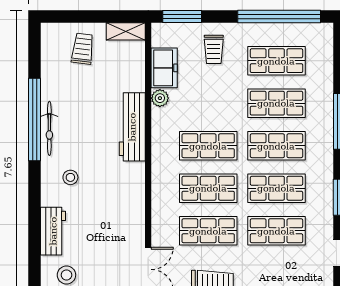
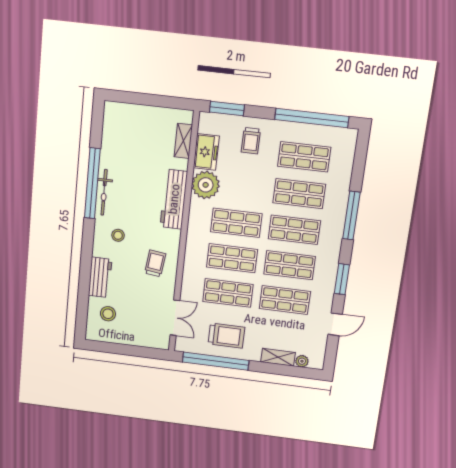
shelving: (126, 31) -> (183, 141), moved, turned 90
trolley: (83, 49) -> (155, 263), moved
plant: (160, 98) -> (206, 185), width x1.87, depth x1.87

